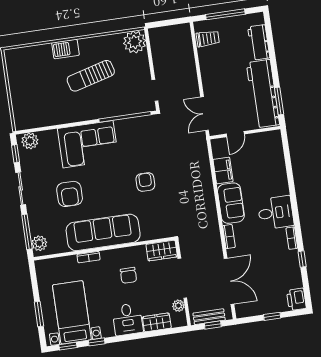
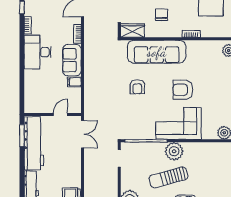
sun lounger: (91, 76) -> (168, 177), turned 180
plant: (88, 109) -> (174, 151), added
filing cabinet: (223, 170) -> (74, 82), width x0.50
armchair: (70, 194) -> (183, 90), moved, turned -90
desk: (276, 213) -> (38, 52), width x1.37
sofa: (103, 232) -> (157, 52), moved

